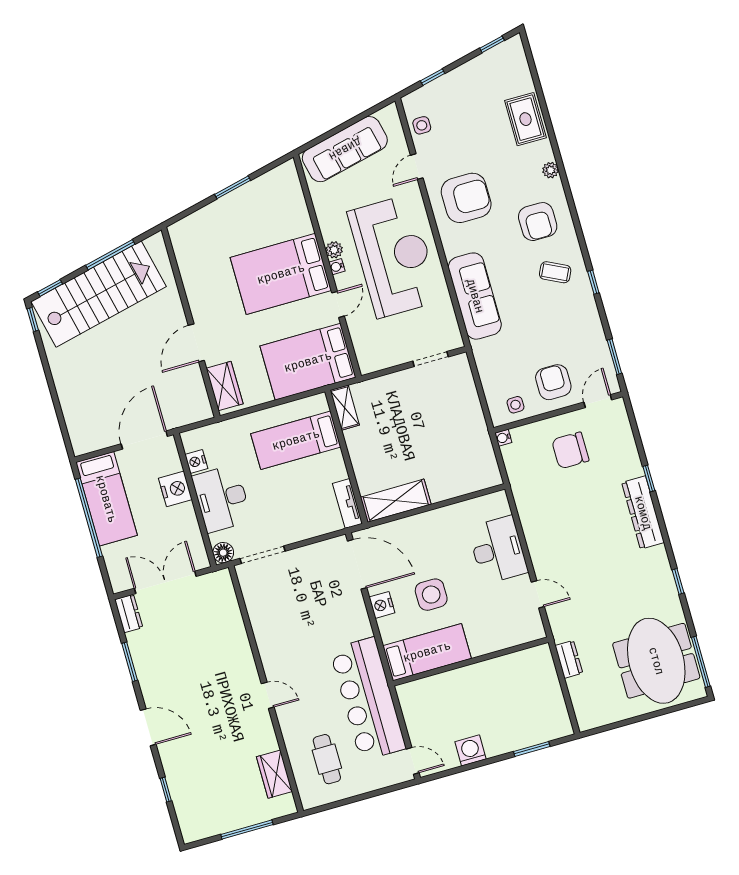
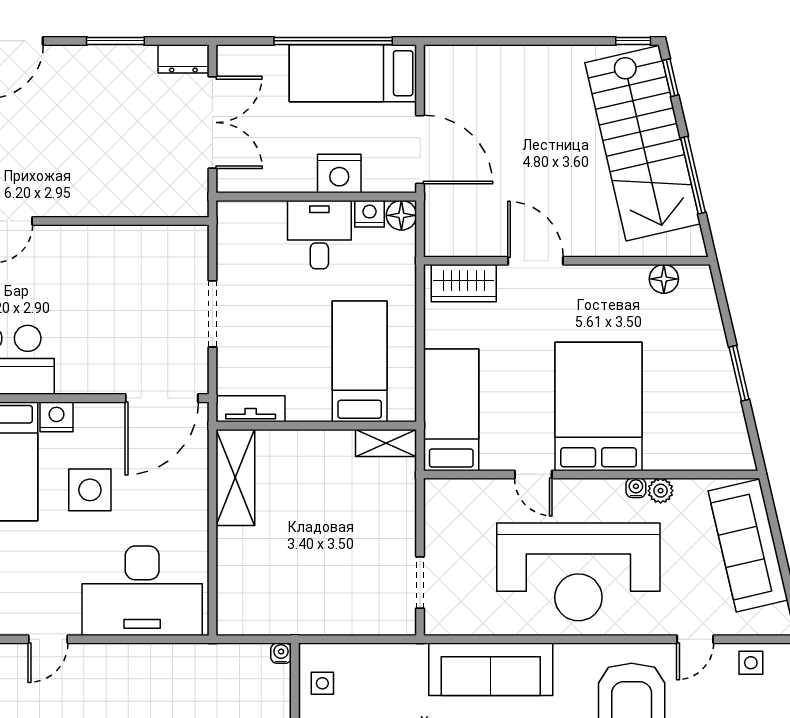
door: (417, 167) -> (695, 639), swing flipped
plant: (334, 250) -> (661, 491), moved
floor lamp: (184, 255) -> (664, 279), added
water cooler: (337, 267) -> (636, 488), moved
bed: (308, 362) -> (451, 410), width x0.67
desk: (222, 499) -> (319, 235), width x0.73
desk: (498, 550) -> (142, 591), width x1.36, depth x1.30
floor lamp: (223, 553) -> (401, 215), moved
doorway: (263, 555) -> (212, 314), moved
nightstand: (382, 605) -> (56, 417), moved

